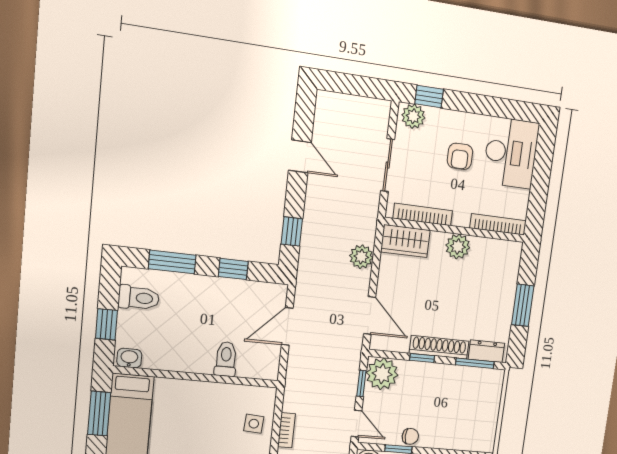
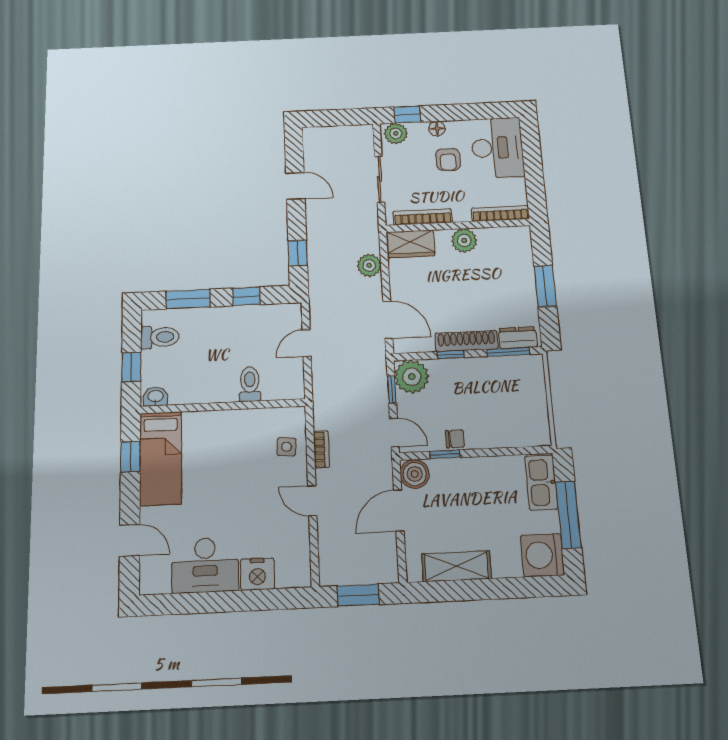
floor lamp: (456, 119) -> (437, 129), added
door: (287, 326) -> (307, 343), width x0.73
window: (99, 413) -> (130, 457), width x0.67

